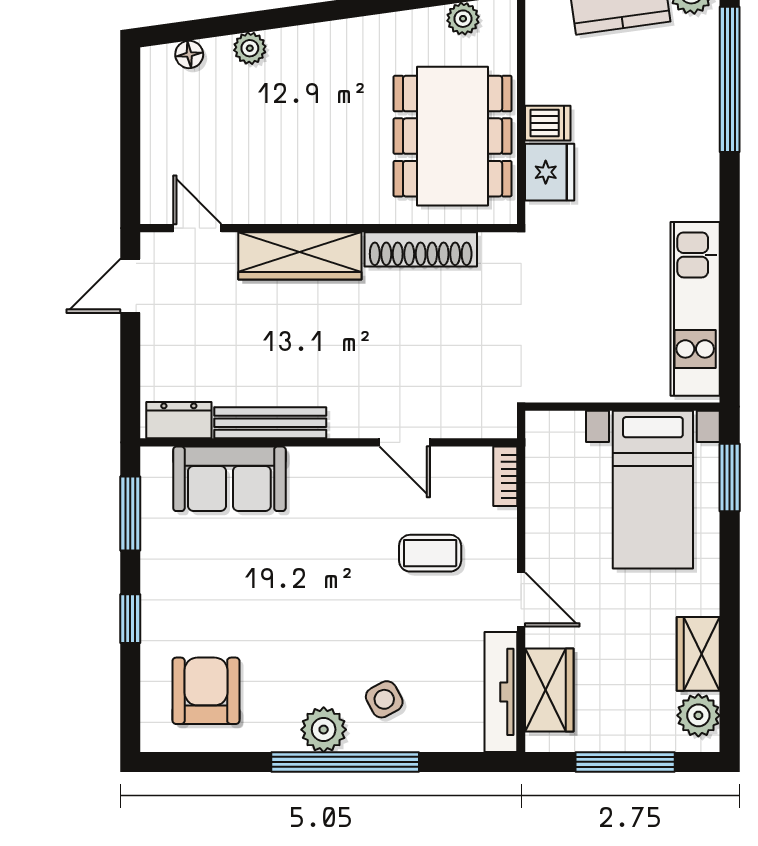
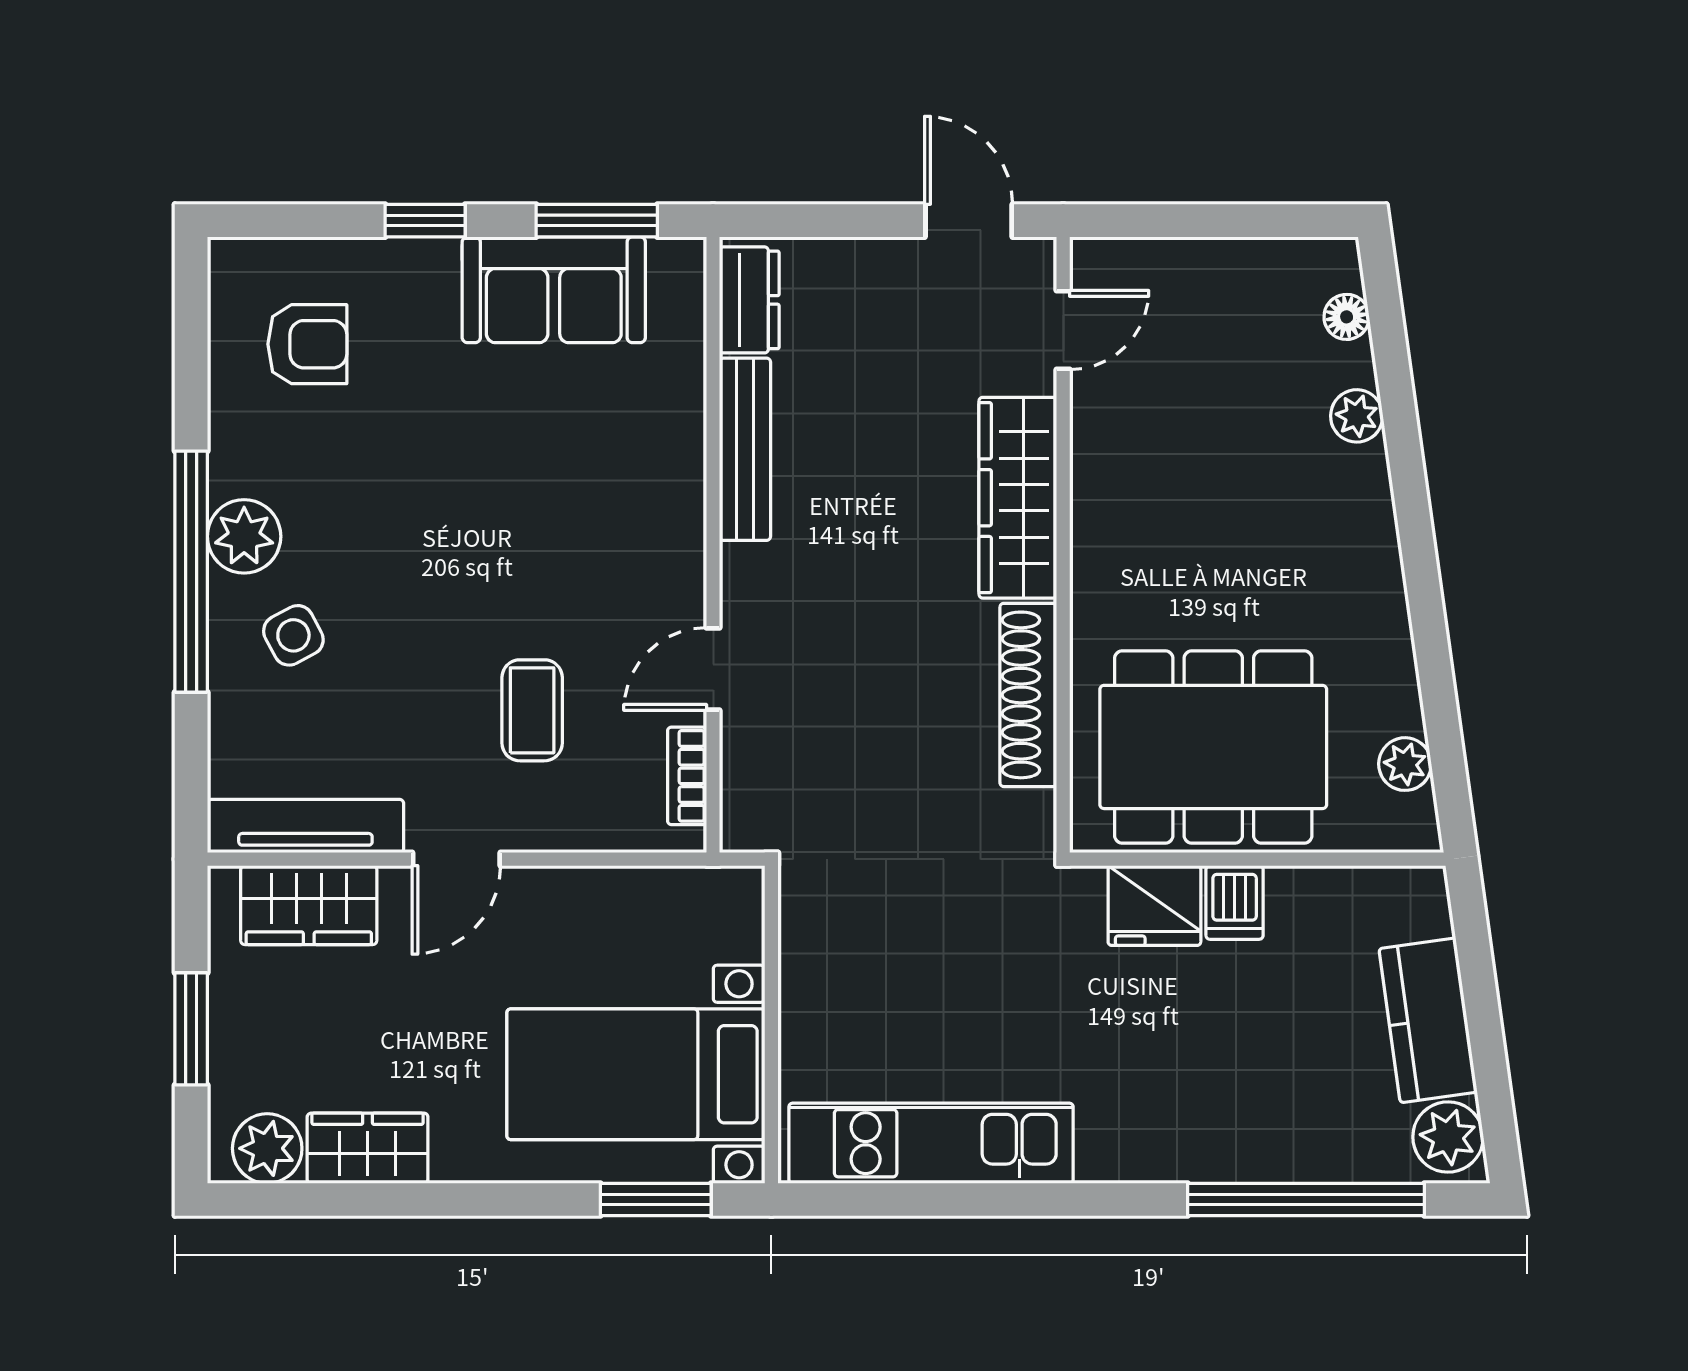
bookcase: (505, 476) -> (687, 776), moved, turned -90
sofa: (229, 479) -> (554, 290), moved, turned -90
armchair: (206, 691) -> (307, 344), width x0.72, depth x0.72
window: (625, 762) -> (191, 1029), width x0.69

